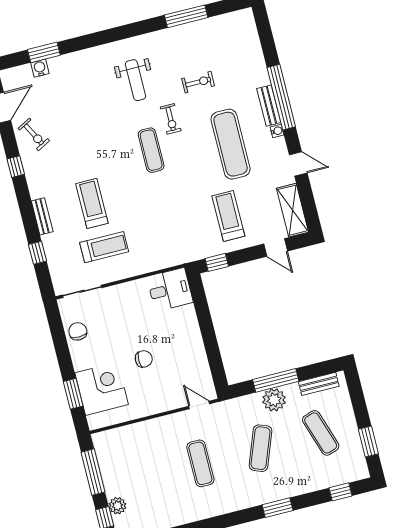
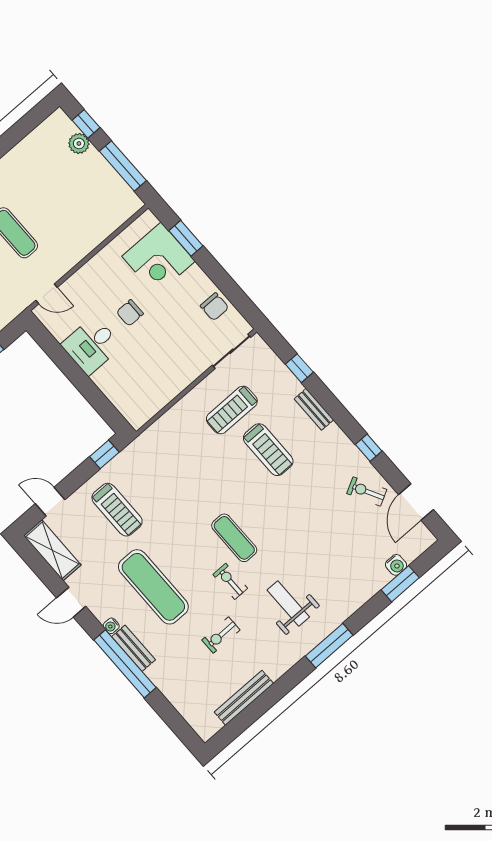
window: (186, 16) -> (329, 646), moved
bench: (205, 26) -> (244, 698), added
desk: (170, 290) -> (92, 345), moved

